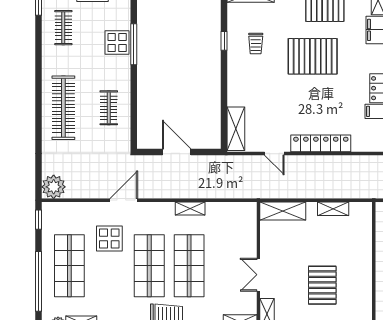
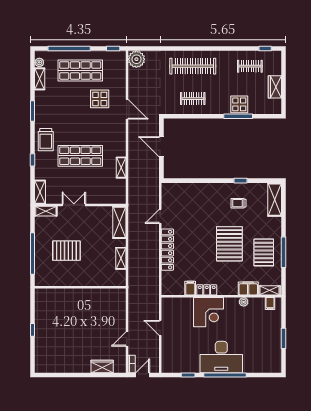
shelving: (236, 129) -> (178, 189), removed
door: (177, 152) -> (161, 147), swing flipped
shelving: (190, 208) -> (121, 168), moved
shop shelf: (149, 266) -> (80, 127), removed

